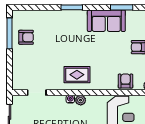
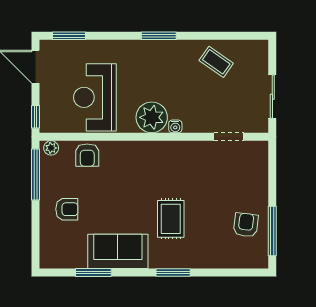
armchair: (26, 37) -> (246, 225), turned 97
rug: (77, 75) -> (171, 219), moved, turned 90
plant: (81, 100) -> (152, 117), width x1.88, depth x1.88

